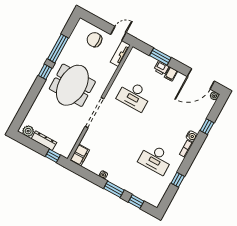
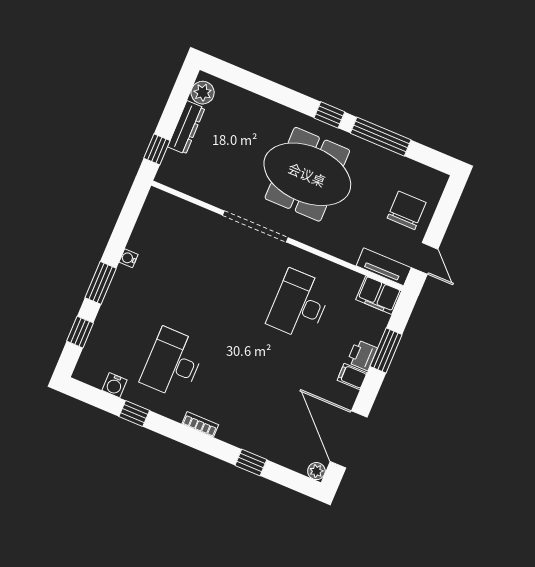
water cooler: (192, 136) -> (115, 385), moved
filing cabinet: (80, 155) -> (379, 295), moved

